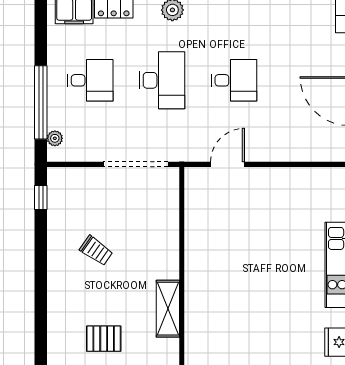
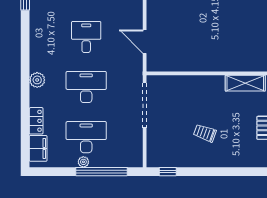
desk: (90, 80) -> (86, 137), width x1.37
plant: (55, 138) -> (83, 162), moved
trolley: (96, 251) -> (205, 133), turned -105

